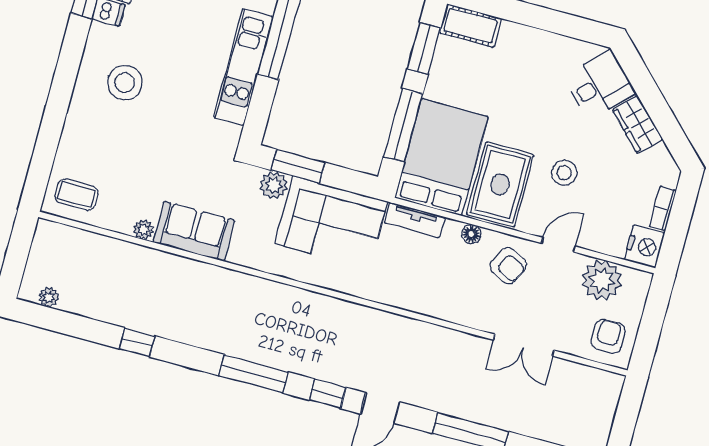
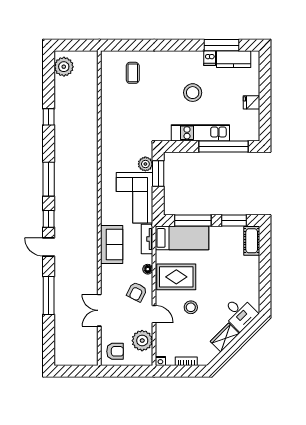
stool: (125, 83) -> (193, 93), moved
bed: (441, 157) -> (182, 238), width x0.67
coffee table: (76, 195) -> (133, 73), moved
plant: (144, 230) -> (106, 105), removed
sofa: (194, 231) -> (112, 244), moved
nightstand: (644, 246) -> (160, 361), width x0.53, depth x0.56
plant: (49, 297) -> (64, 67), width x1.88, depth x1.88

